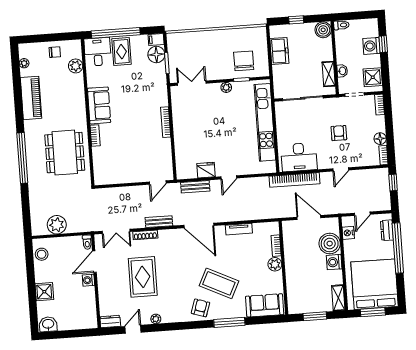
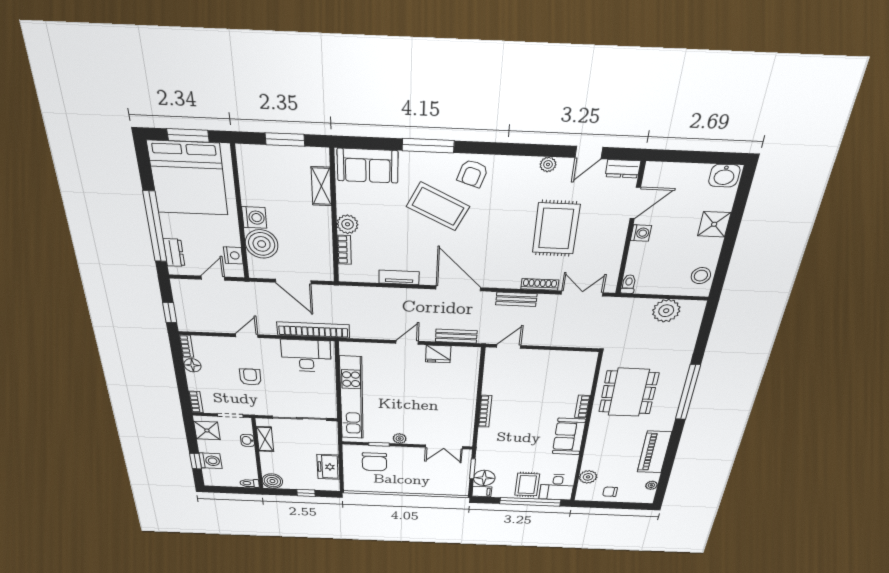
armchair: (339, 133) -> (250, 377), turned 180
door: (94, 262) -> (635, 203), moved
shelving: (338, 298) -> (321, 186), moved

